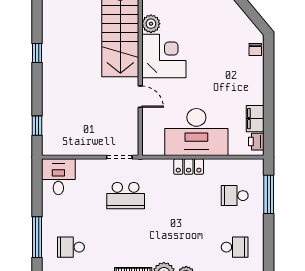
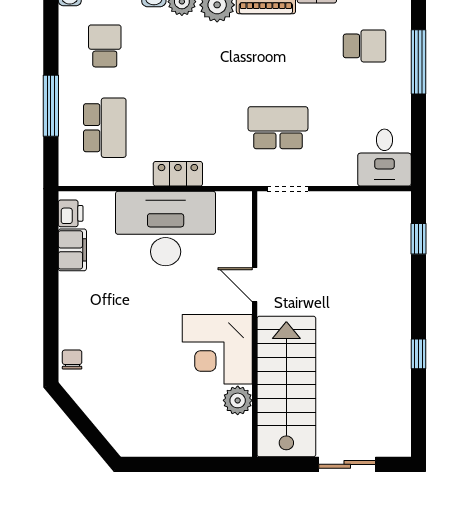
window: (269, 194) -> (51, 106), moved
school desk: (235, 196) -> (105, 128), width x1.85
school desk: (235, 247) -> (105, 46), turned 90

